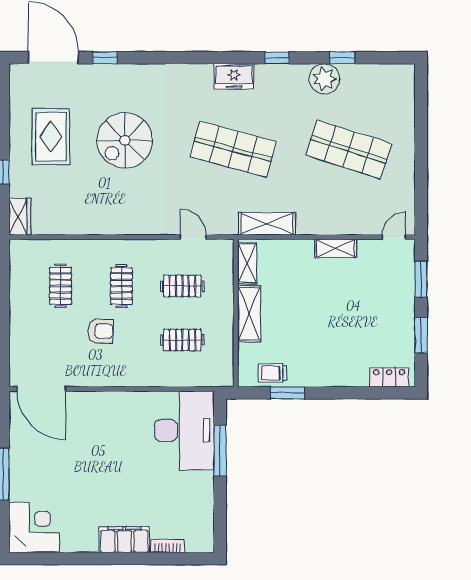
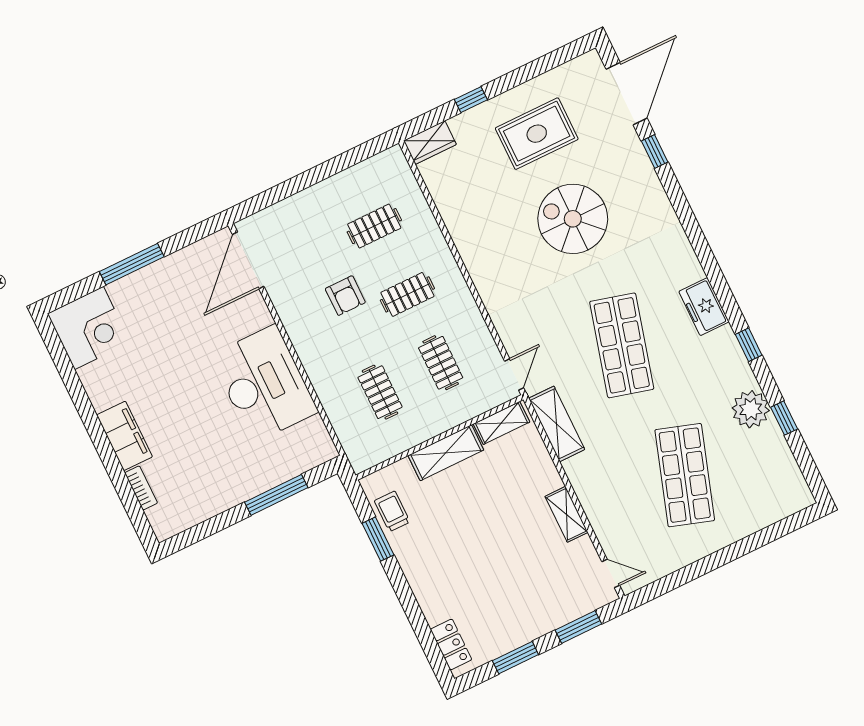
door: (193, 237) -> (514, 374), moved
desk: (184, 431) -> (264, 384), moved, turned -90

